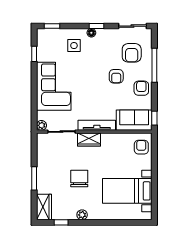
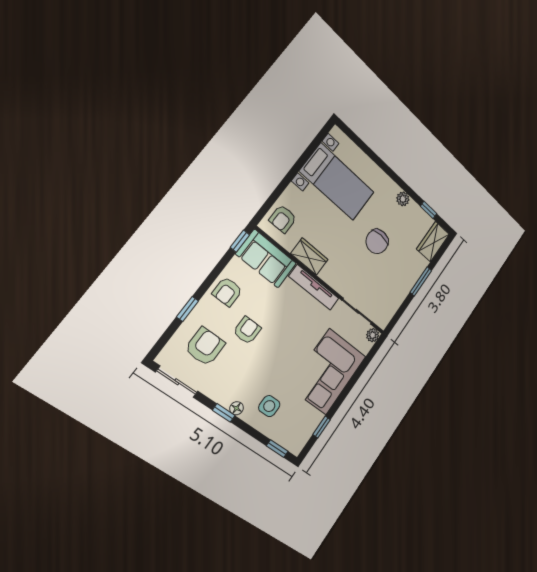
window: (154, 65) -> (187, 309), width x0.46
wardrobe: (89, 139) -> (309, 256), moved

